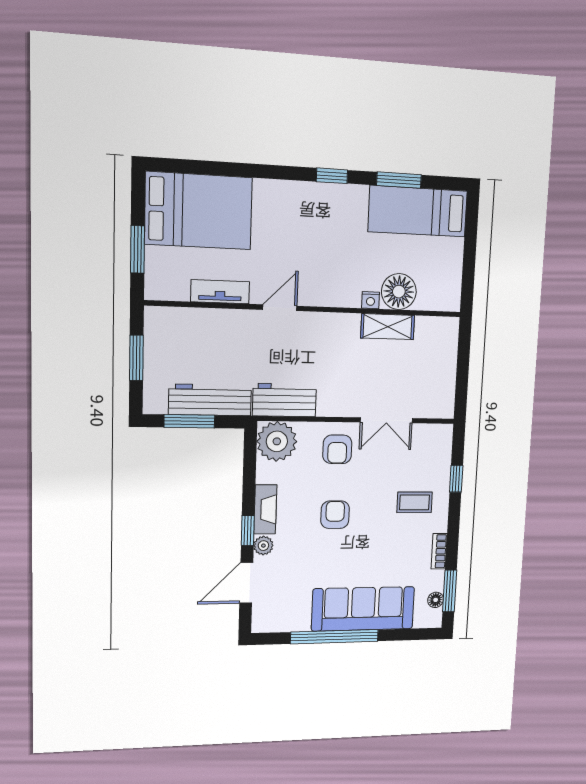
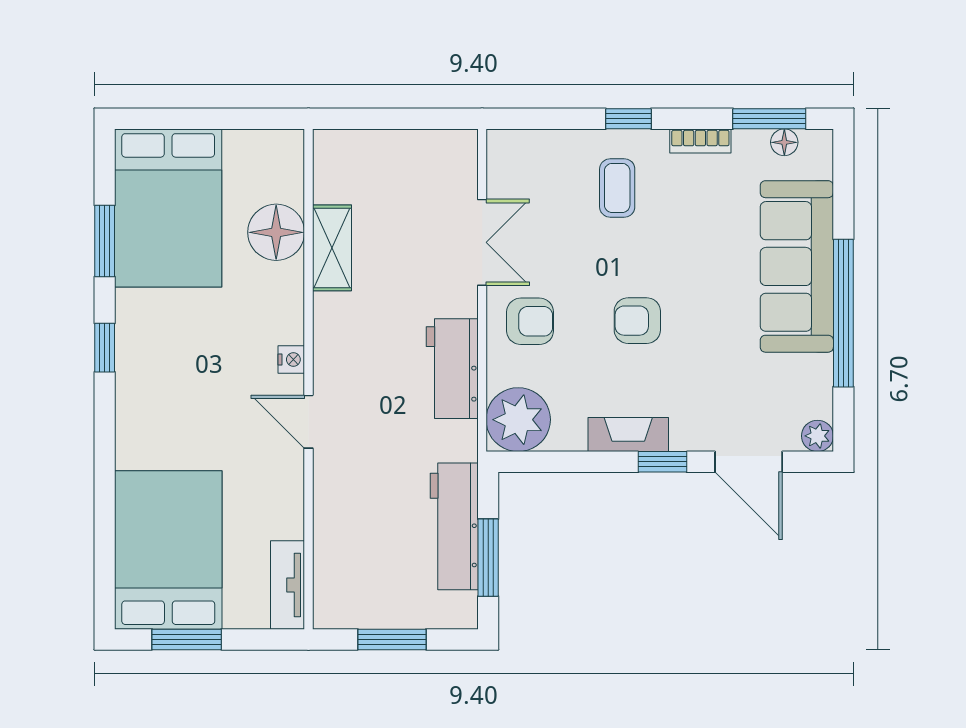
bed: (418, 211) -> (168, 208), width x1.50
window: (138, 249) -> (187, 639), moved
tv unit: (220, 292) -> (287, 585), moved
nightstand: (371, 300) -> (291, 360), moved
workbench: (285, 400) -> (452, 369), moved
window: (456, 479) -> (628, 119), moved
plant: (263, 546) -> (817, 436), moved

